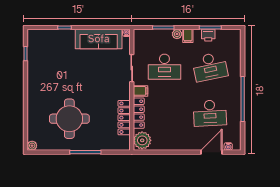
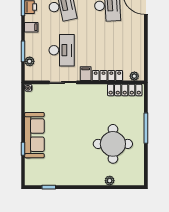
plant: (177, 34) -> (30, 61), moved
sofa: (99, 39) -> (34, 135), moved
locker: (124, 118) -> (125, 90), moved
plant: (142, 140) -> (134, 76), width x0.53, depth x0.53
plant: (32, 146) -> (110, 181), moved

